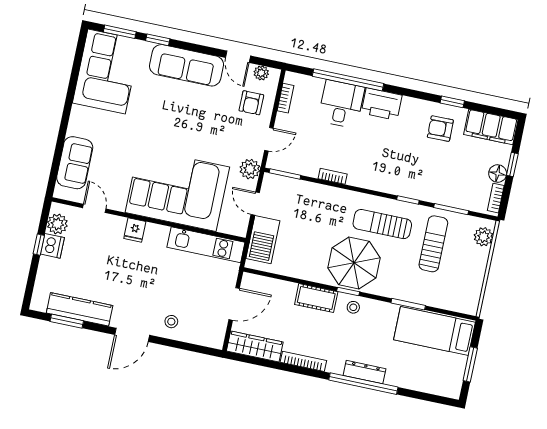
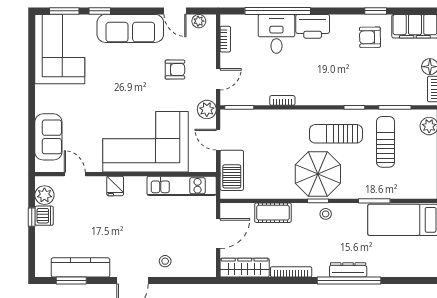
armchair: (251, 103) -> (175, 70), moved, turned -90
cot: (316, 298) -> (273, 213), moved

